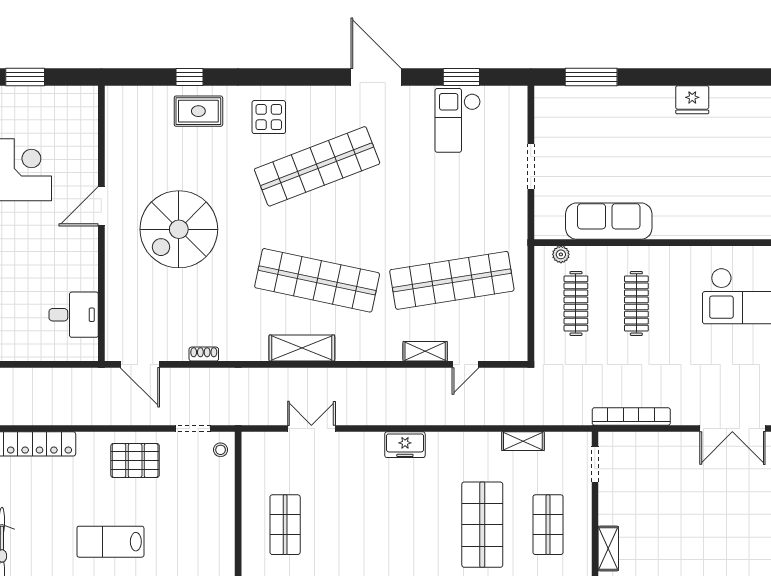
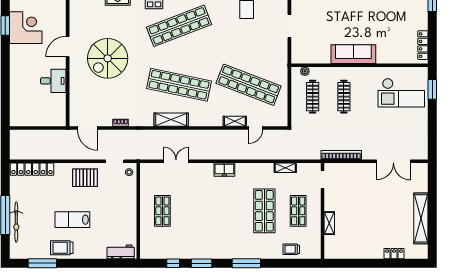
sofa: (609, 221) -> (353, 54), moved
shop shelf: (452, 280) -> (249, 85), turned 30
desk: (74, 315) -> (53, 81), moved

